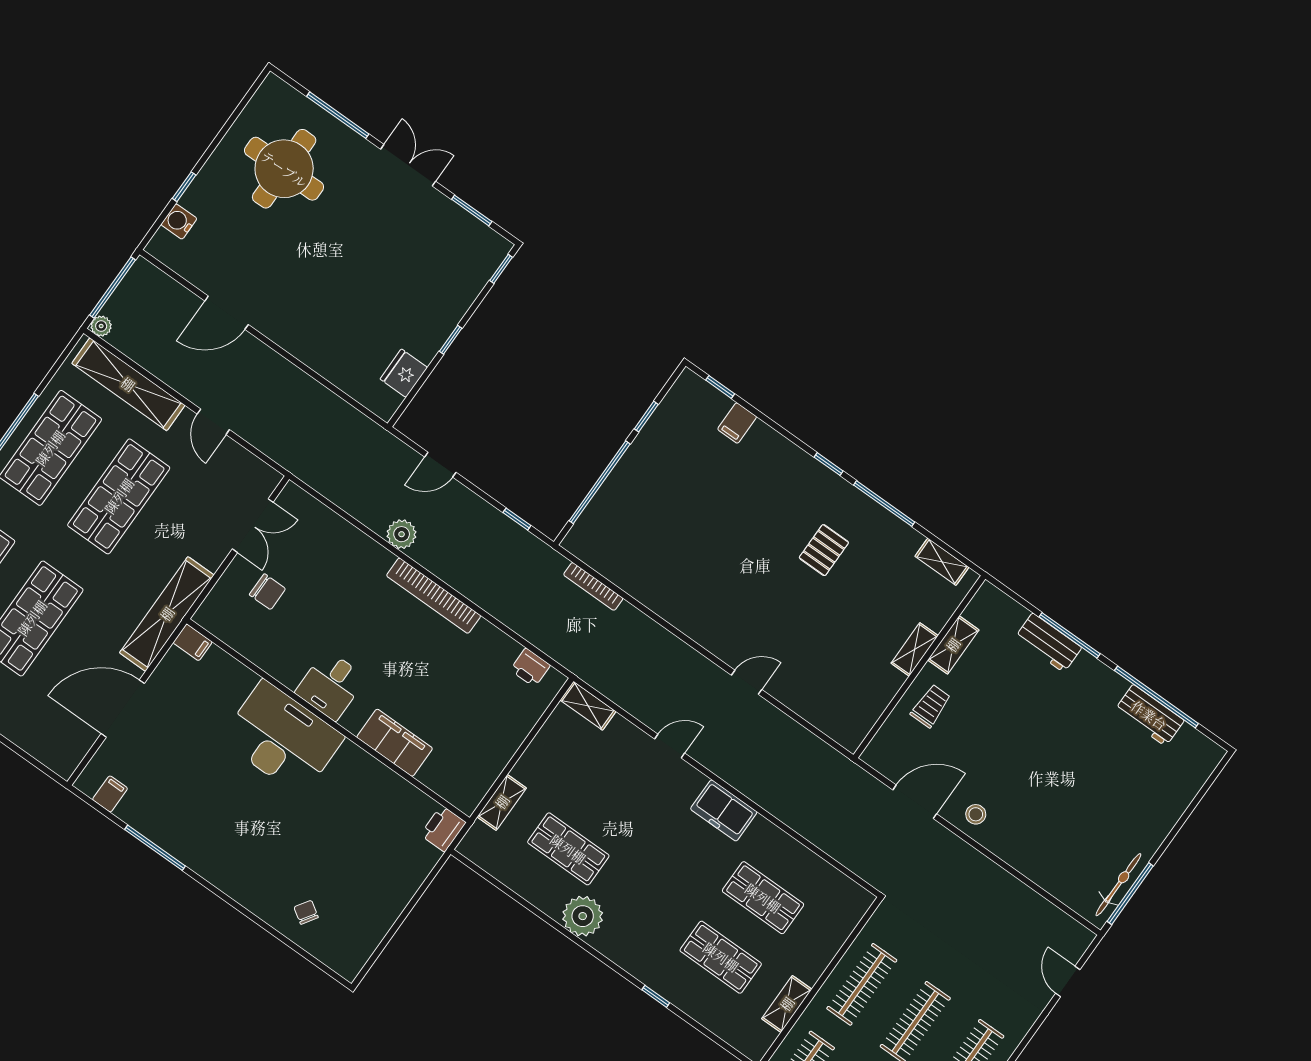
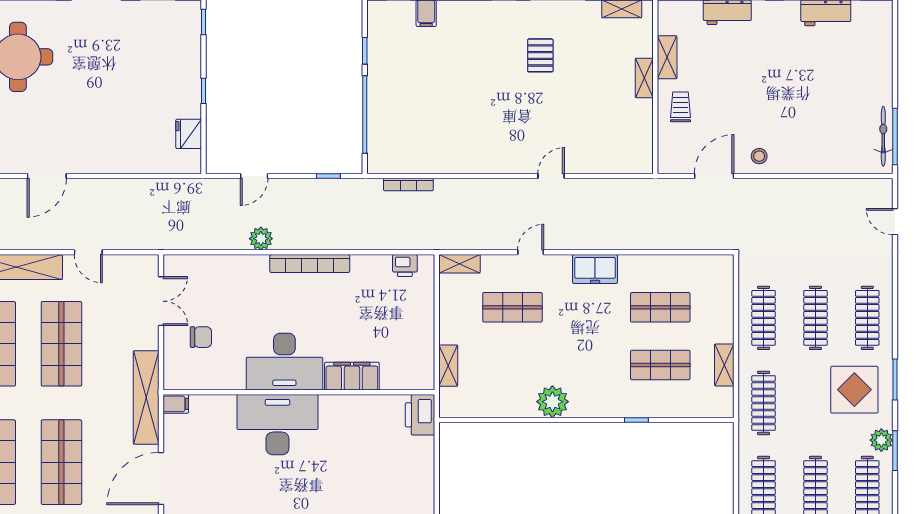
desk: (331, 685) -> (284, 362), width x1.87, depth x1.30
printer: (443, 829) -> (420, 415), width x1.37, depth x1.19
shop shelf: (568, 849) -> (512, 307), moved

